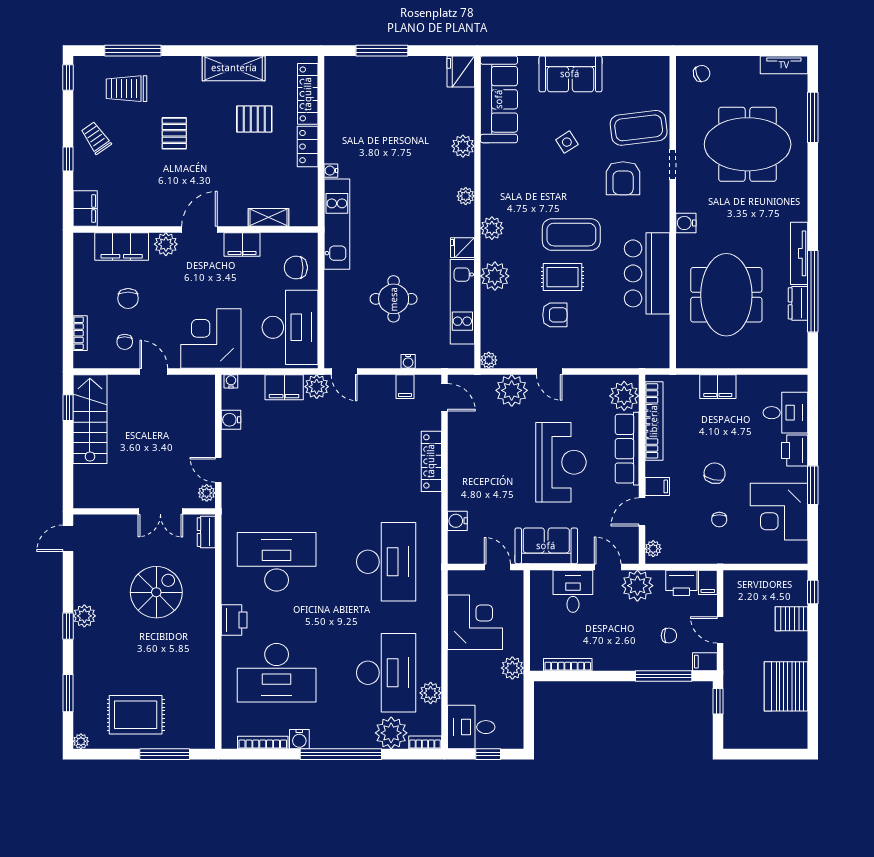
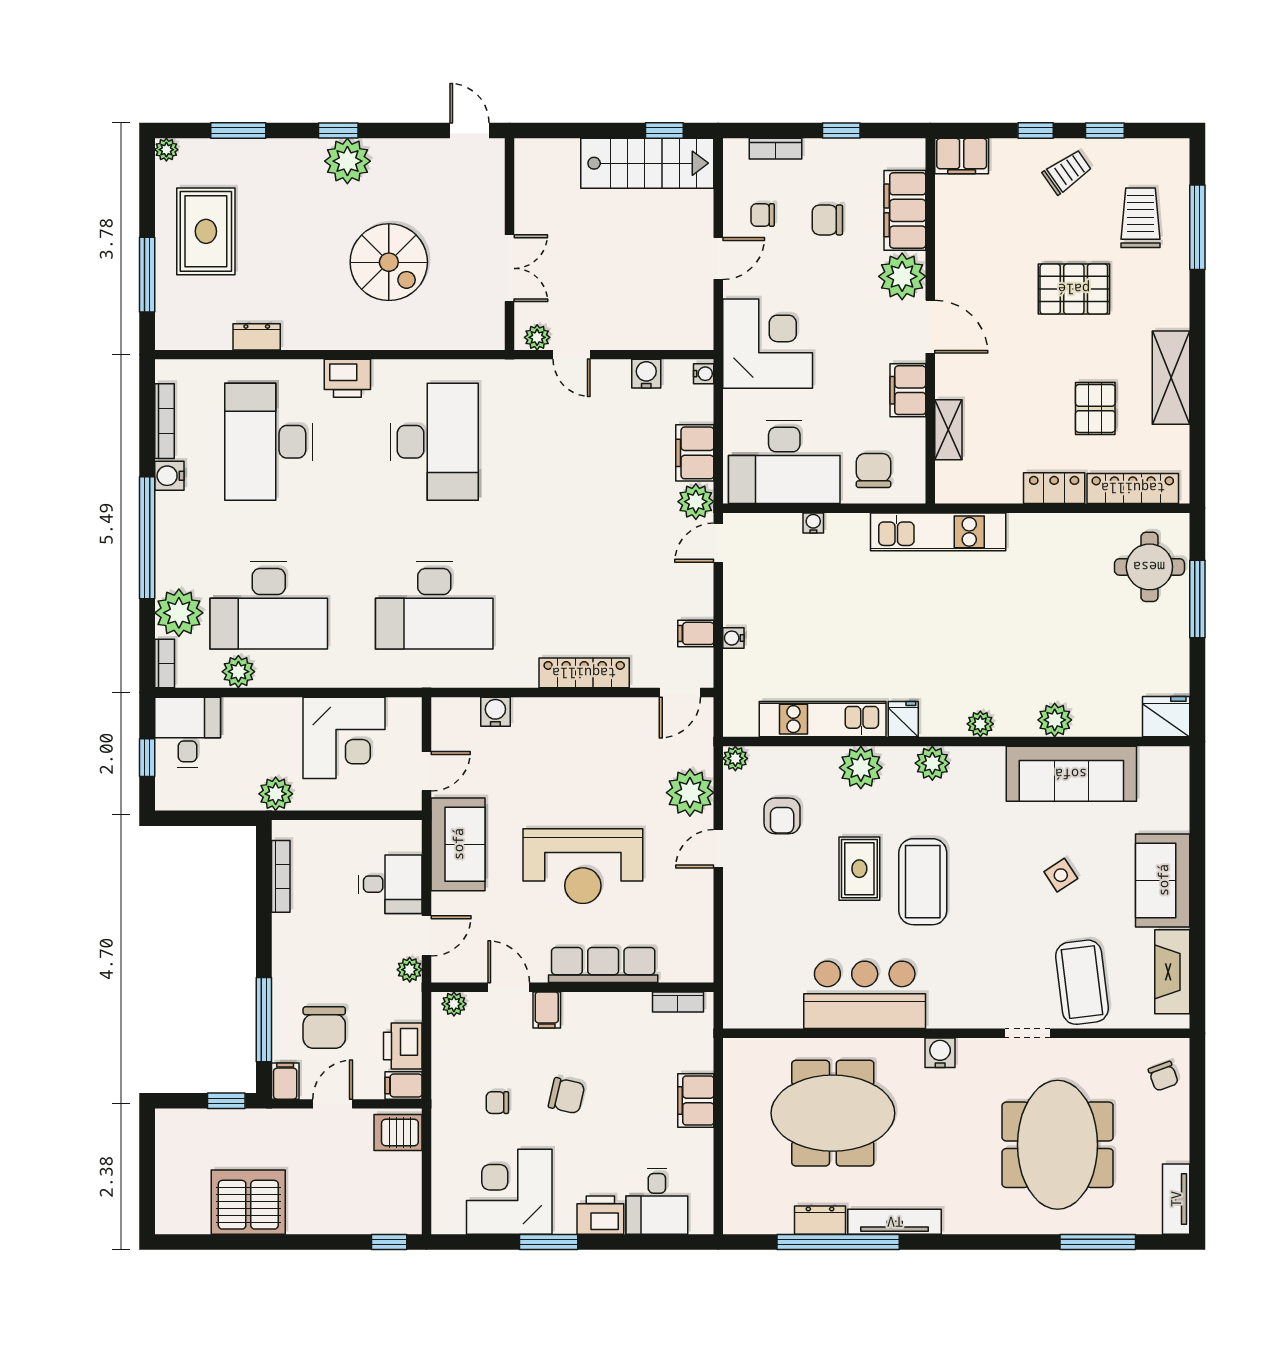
fireplace: (632, 67) -> (1172, 972), added
window: (68, 78) -> (1105, 130), moved
sofa: (499, 99) -> (1071, 774), moved
pallet: (174, 133) -> (1074, 289), width x1.50, depth x1.42
water cooler: (331, 171) -> (813, 523), moved
armchair: (623, 178) -> (1007, 959), removed
plant: (166, 244) -> (902, 276), width x1.36, depth x1.36
window: (68, 289) -> (841, 130), added
round table: (394, 299) -> (1149, 567), moved
armchair: (555, 315) -> (782, 816), moved
plant: (624, 396) -> (682, 961), removed
bookcase: (654, 421) -> (678, 1002), width x0.43, depth x0.76
door: (218, 470) -> (572, 355), swing flipped
double door: (160, 511) -> (510, 268), swing flipped
dresser: (206, 532) -> (257, 337), moved
plant: (637, 586) -> (410, 970), width x0.53, depth x0.53
plant: (84, 616) -> (347, 161), width x1.36, depth x1.36
server rack: (791, 619) -> (398, 1133), moved, turned -90
chair: (669, 636) -> (324, 1028), width x1.87, depth x1.87

